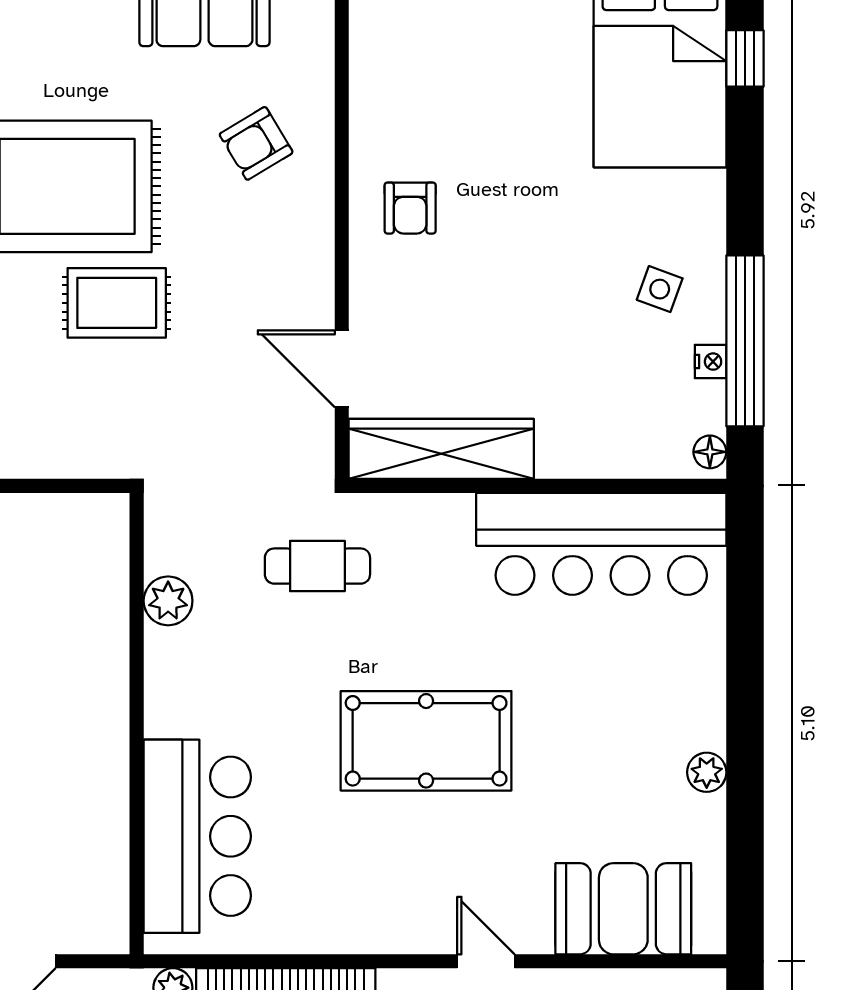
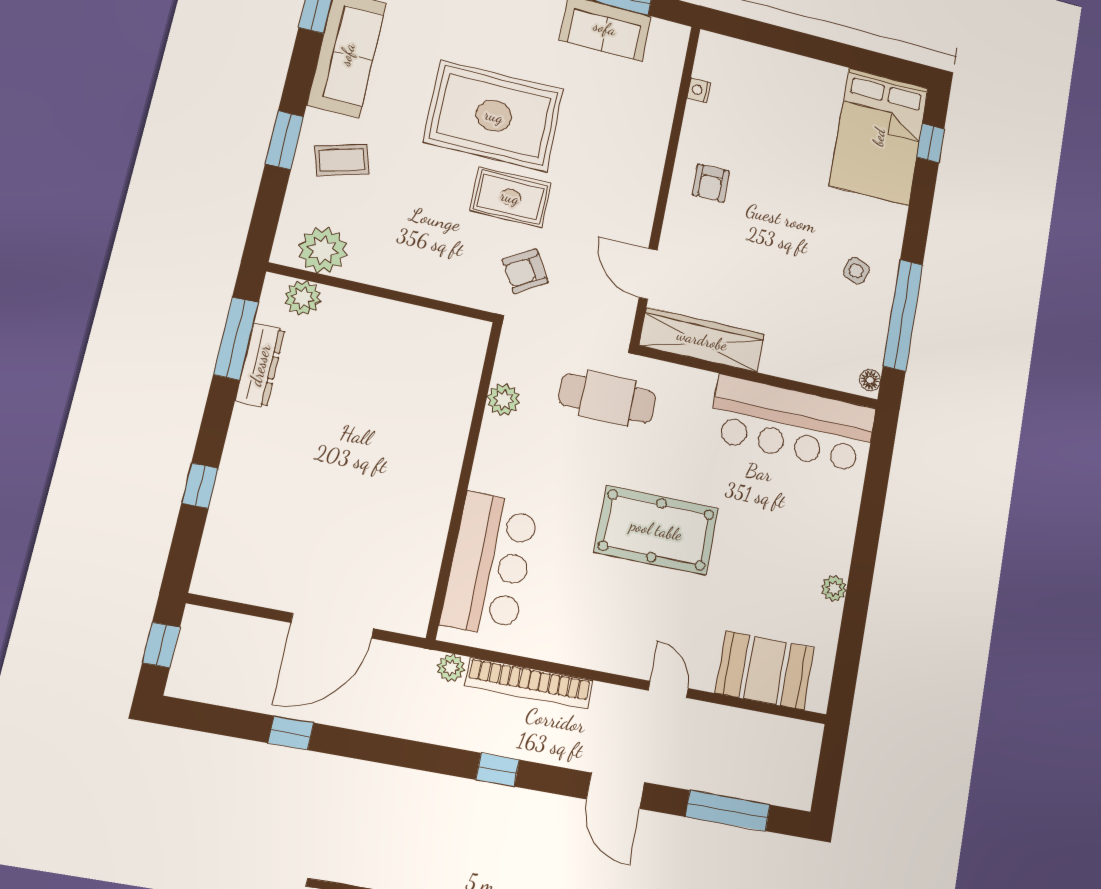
armchair: (256, 143) -> (525, 271), moved
nightstand: (711, 362) -> (699, 90), moved, turned 180
cafe table: (317, 566) -> (607, 398), width x1.37, depth x1.35

